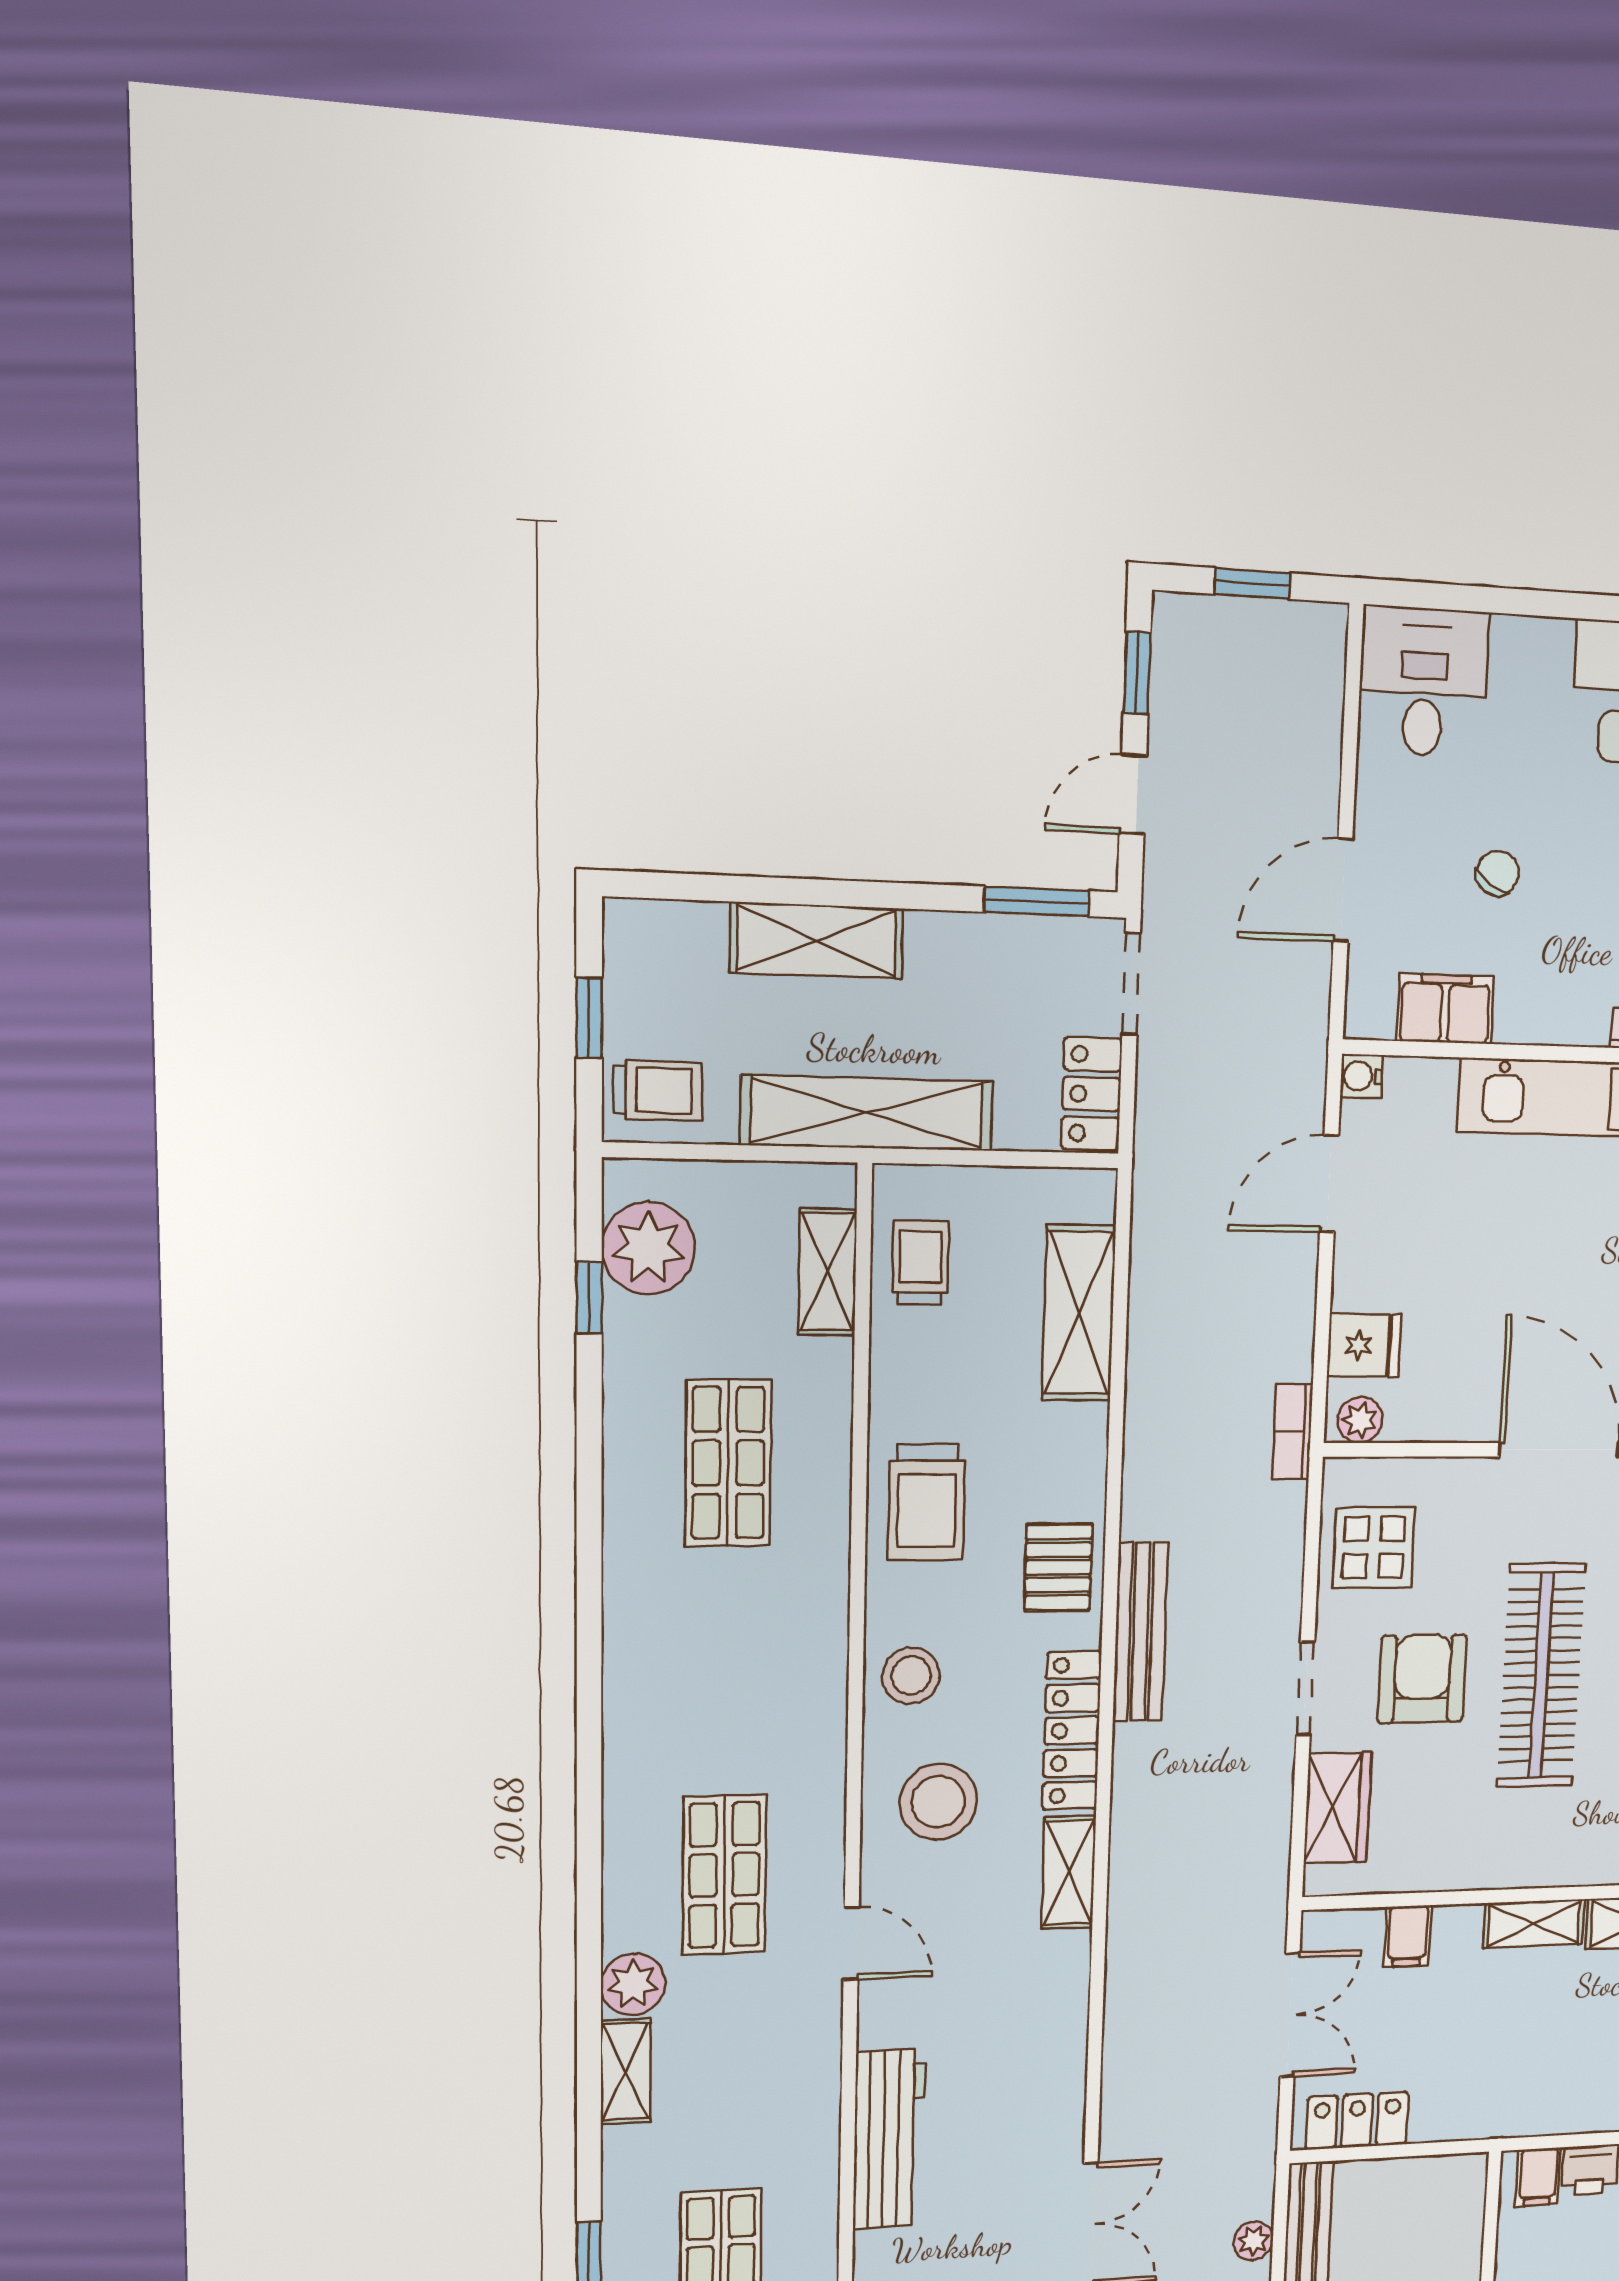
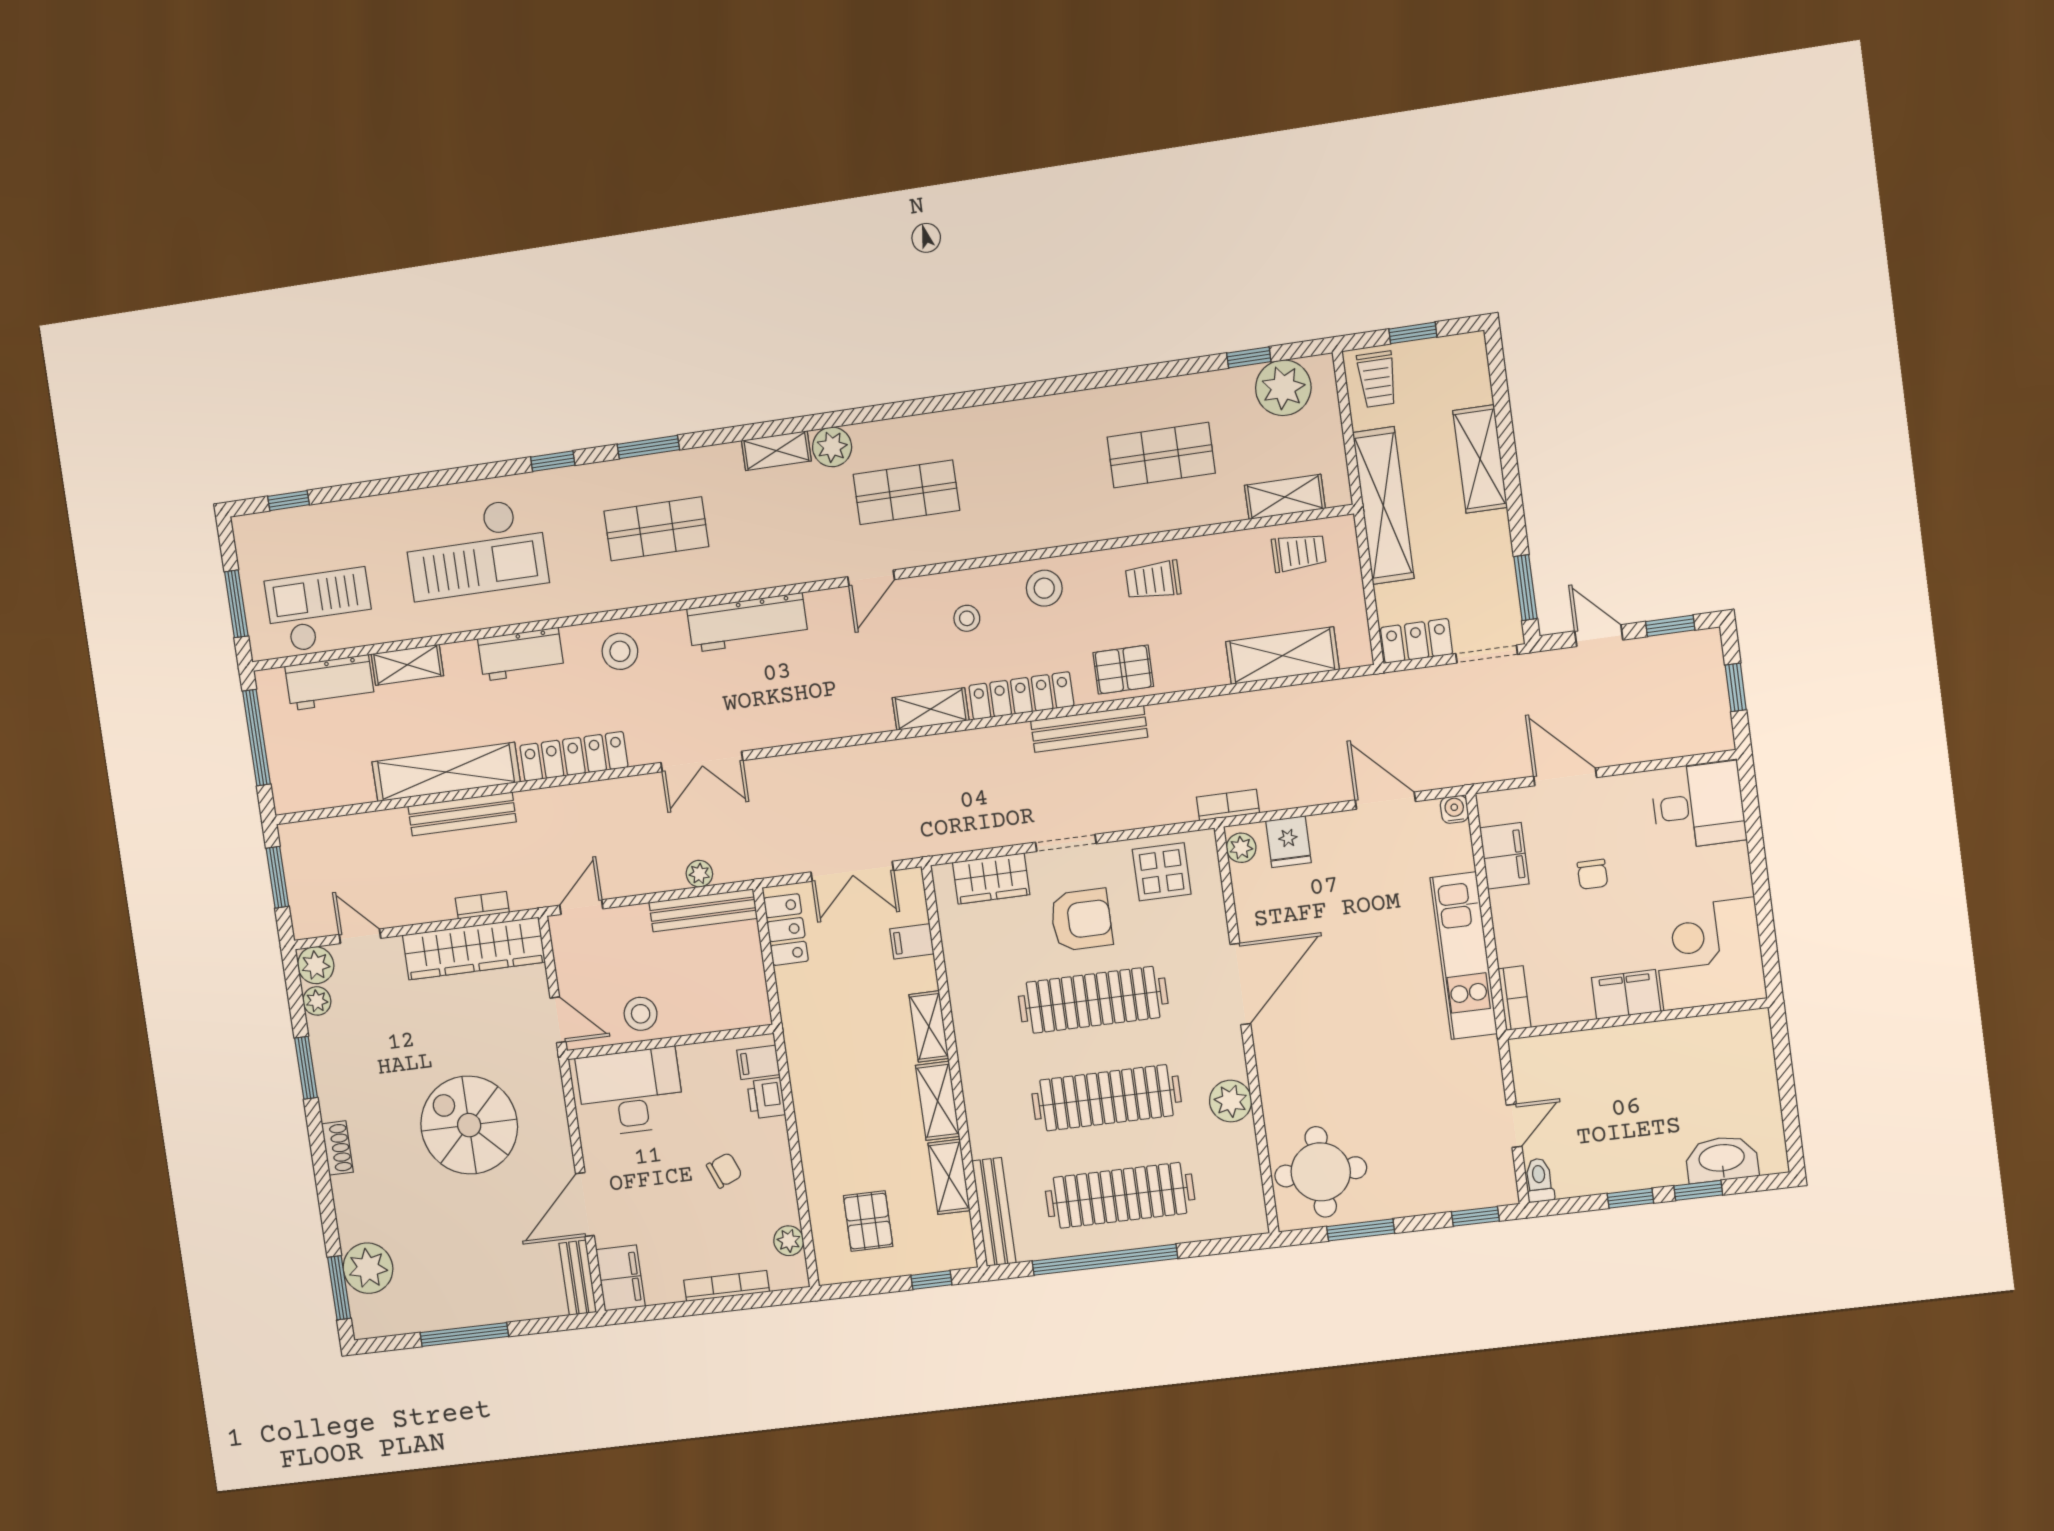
chair: (1498, 873) -> (1592, 874), turned 57
trolley: (927, 1502) -> (1153, 580), width x0.73, depth x0.72
stool: (938, 1802) -> (967, 618), width x0.53, depth x0.53

